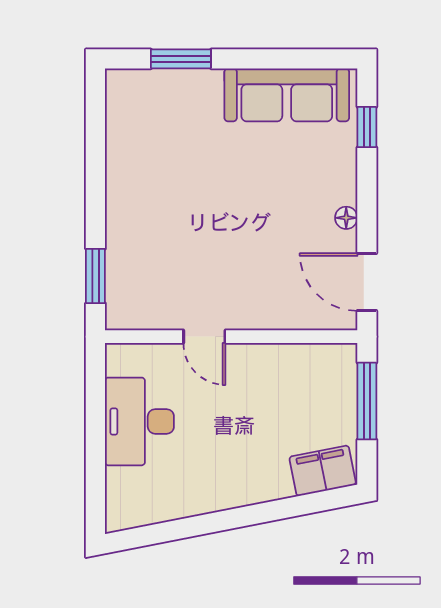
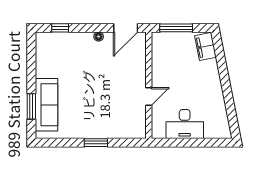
sofa: (287, 95) -> (47, 105), moved
window: (95, 276) -> (96, 143), moved

